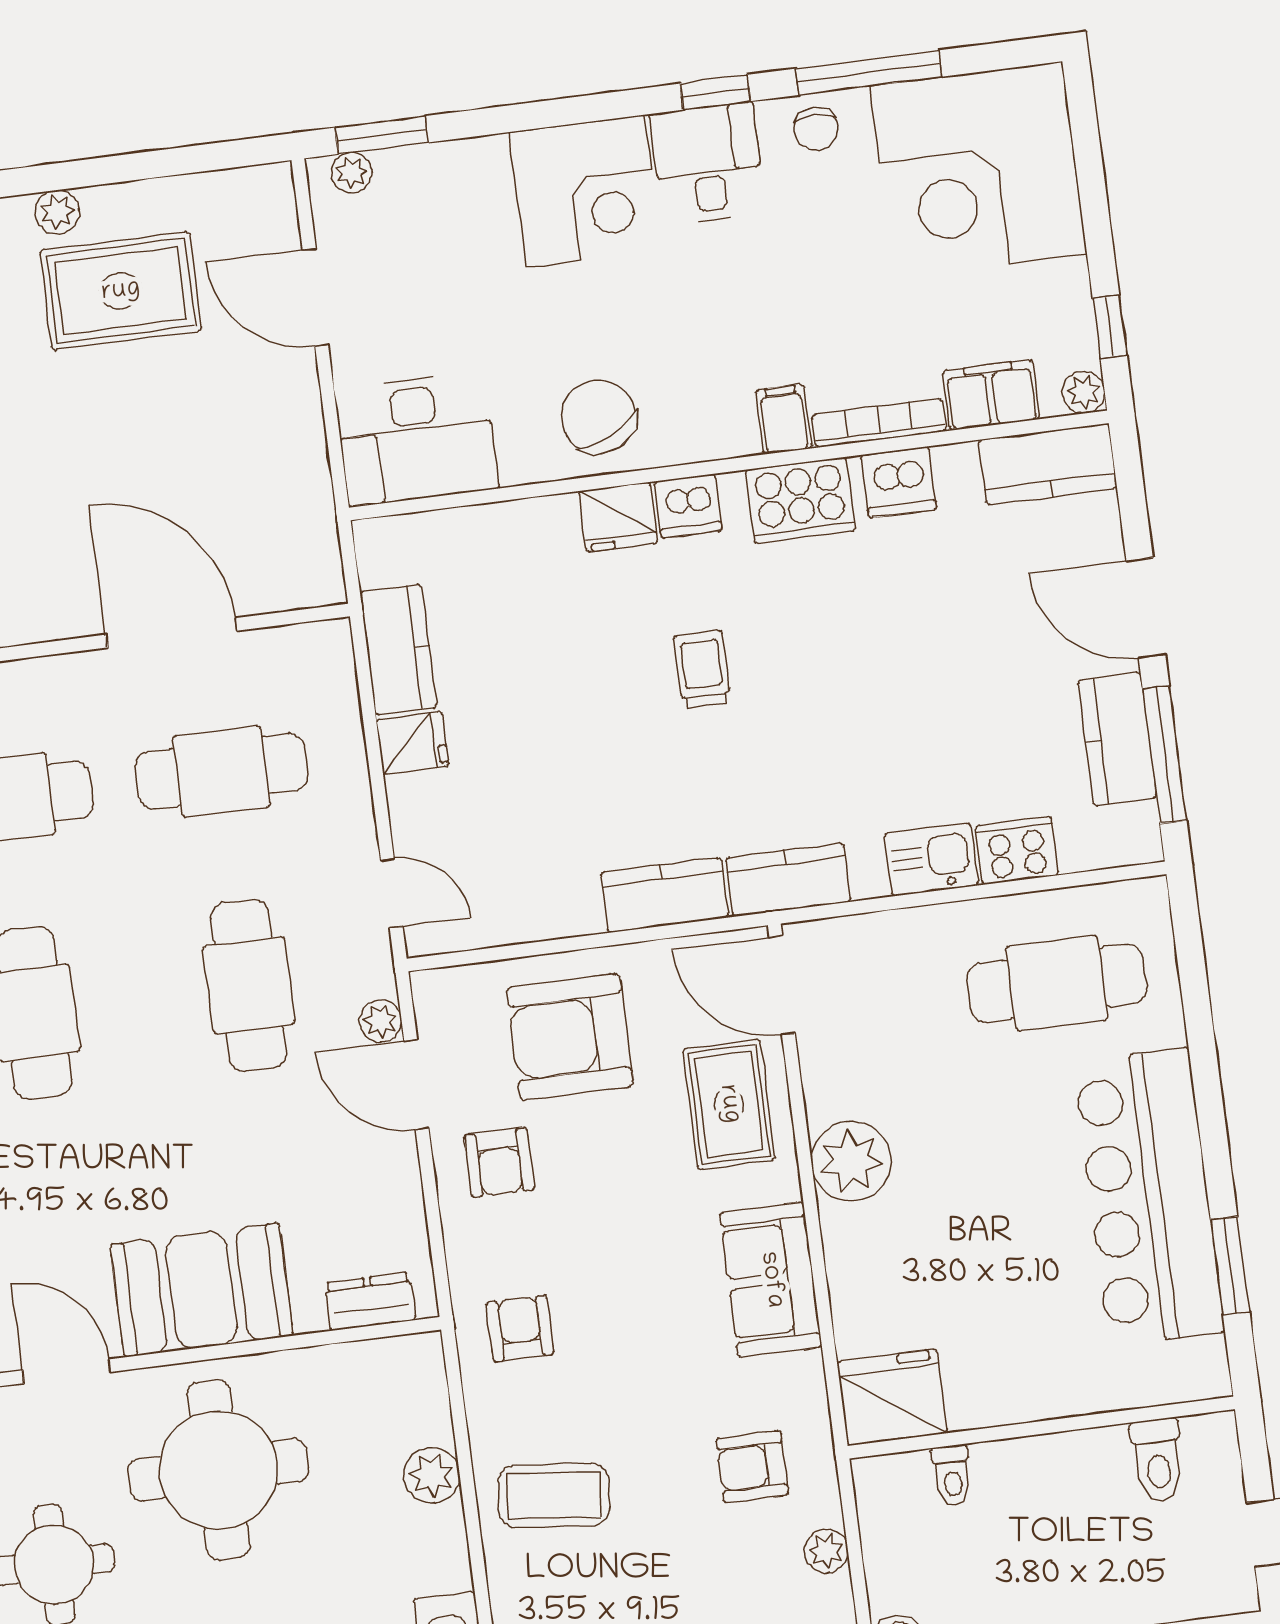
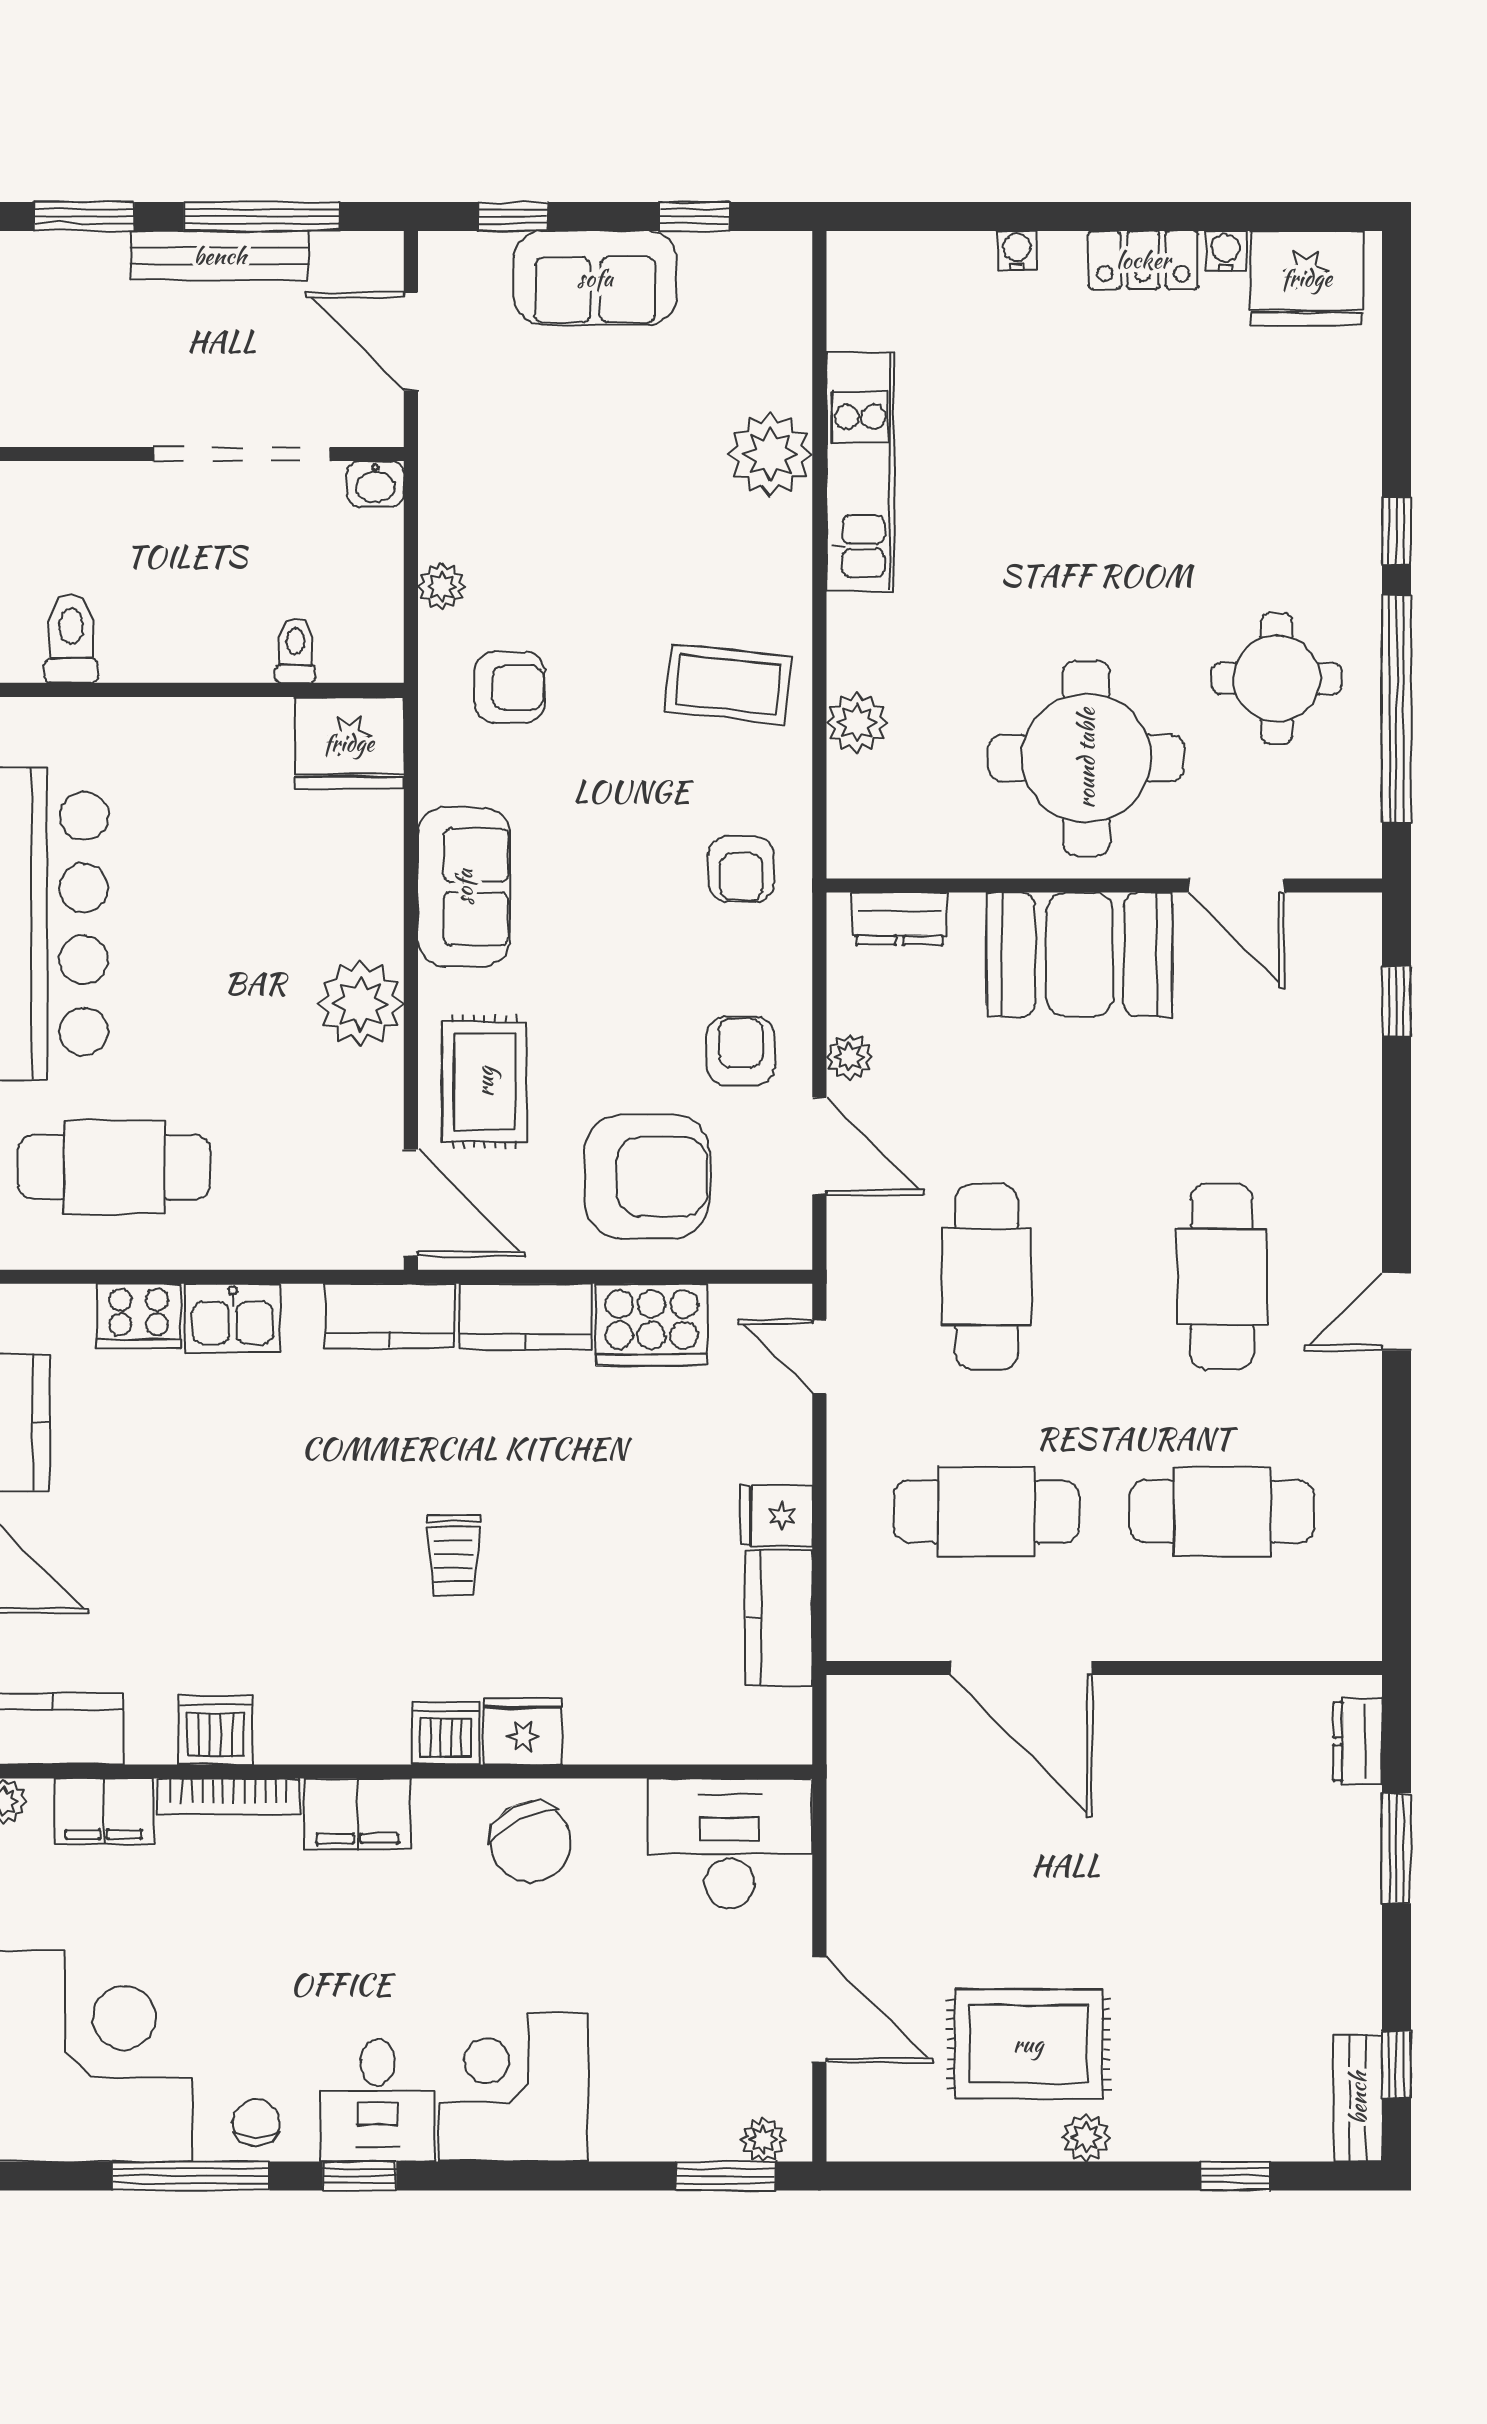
filing cabinet: (784, 419) -> (357, 1814), width x2.00
cooker: (800, 501) -> (652, 1325), moved, turned 180
plant: (381, 1021) -> (849, 1057), moved

